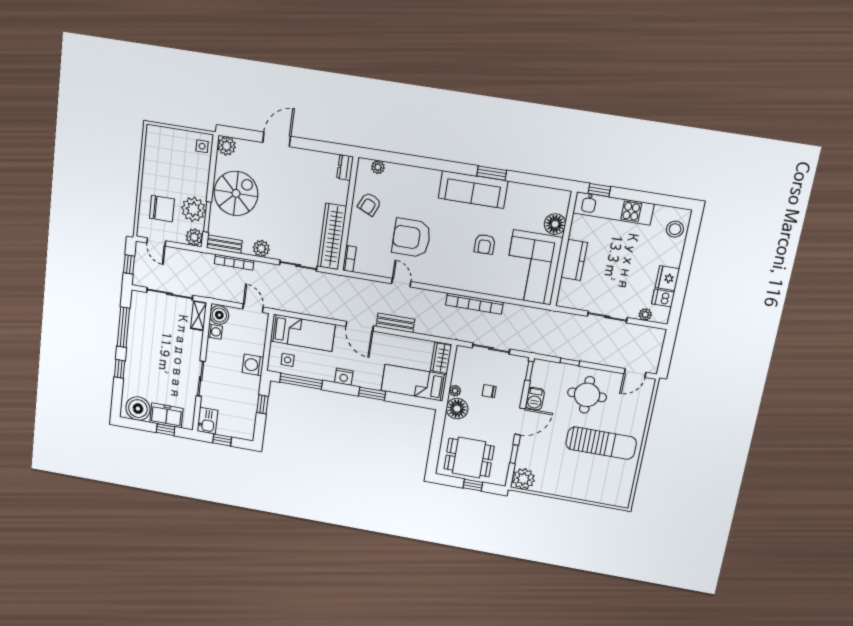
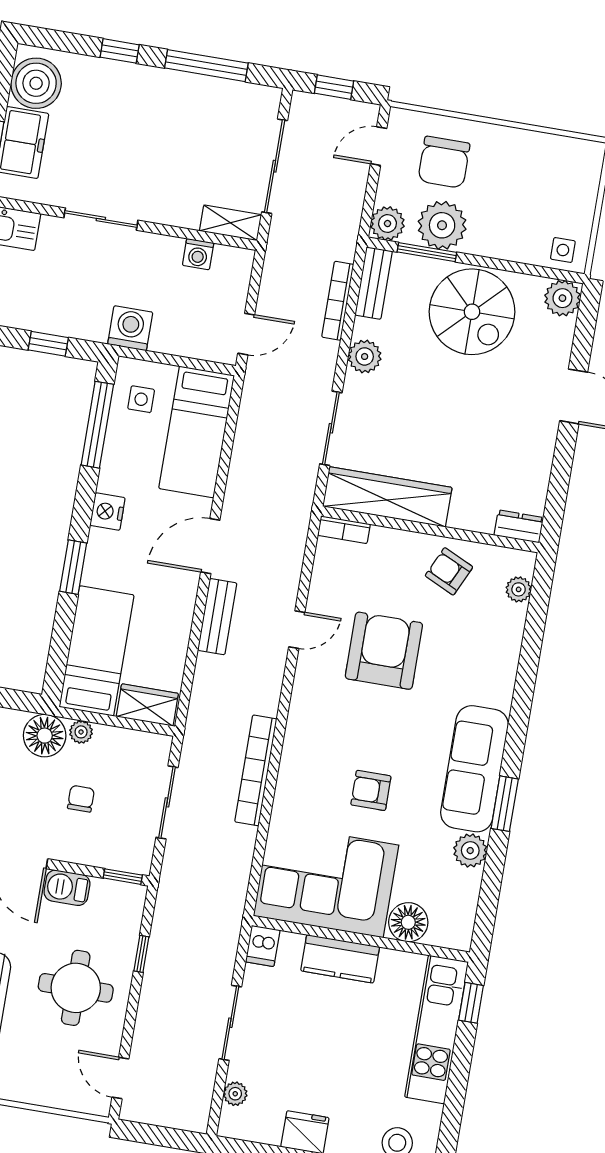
plant: (517, 191) -> (470, 851), added
dishwasher: (663, 298) -> (263, 946), moved, turned 180
boiler: (219, 315) -> (232, 265), removed

